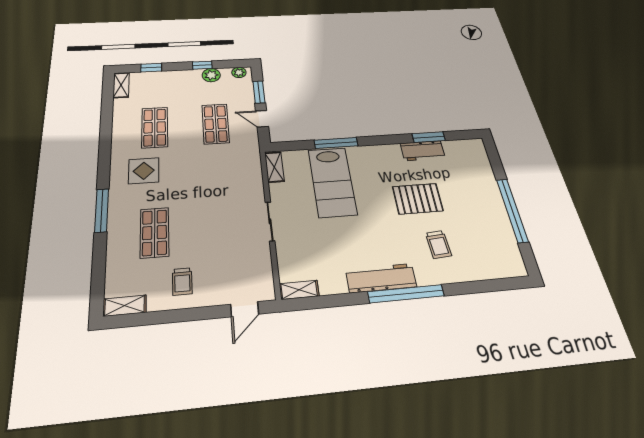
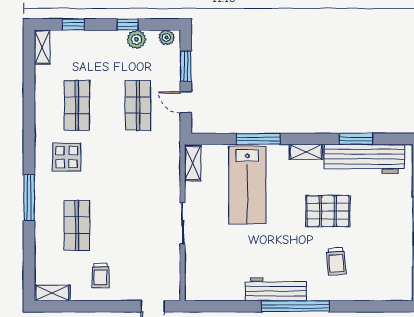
workbench: (423, 151) -> (364, 159), width x1.88, depth x1.32
shelving: (299, 290) -> (306, 152), moved

